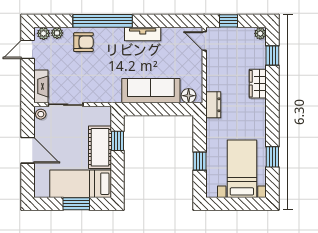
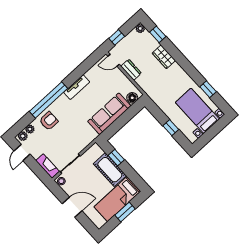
dresser: (213, 105) -> (131, 70), moved

